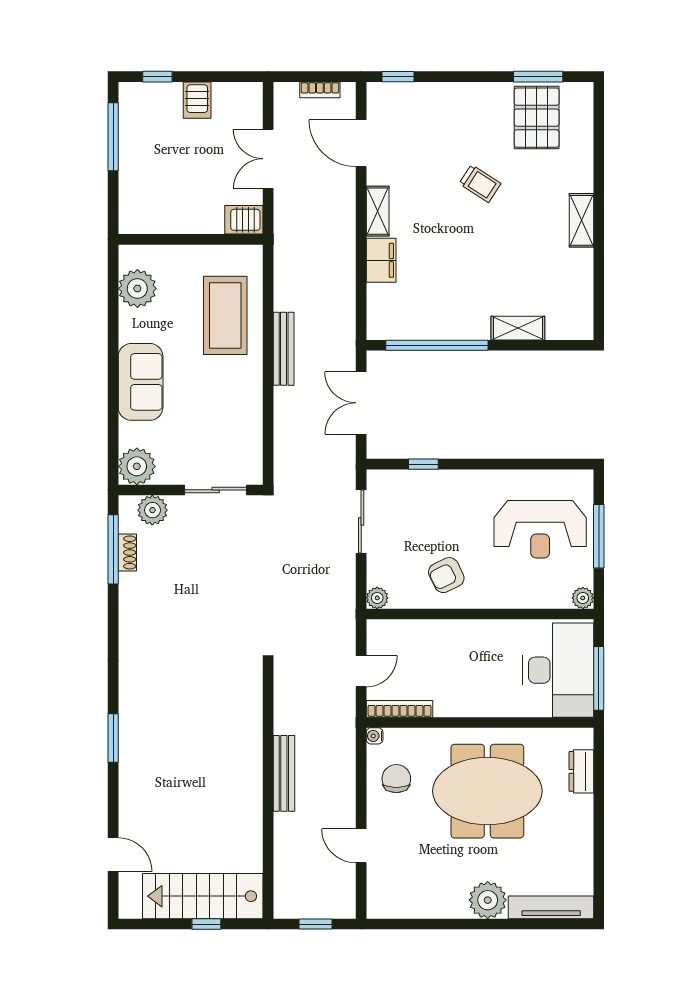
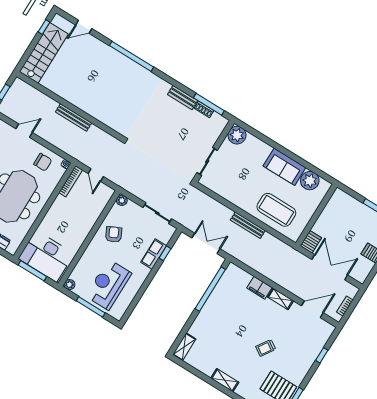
window: (398, 77) -> (322, 355), moved
double door: (268, 159) -> (330, 267), width x1.37
shelving: (518, 328) -> (184, 347), moved
sofa: (141, 382) -> (284, 167), moved
row of seats: (437, 483) -> (154, 254), added
plant: (152, 510) -> (215, 130), removed
bench: (130, 603) -> (183, 97), added
window: (113, 738) -> (131, 56), width x2.11
window: (206, 924) -> (44, 27), moved

